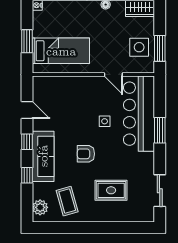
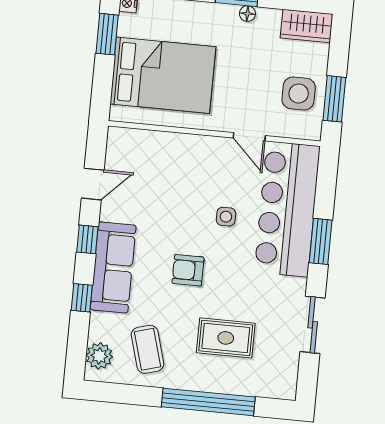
window: (27, 41) -> (107, 34), moved
bed: (61, 51) -> (163, 75), width x1.50
door: (27, 110) -> (93, 184), hinge flipped
sliding door: (160, 191) -> (313, 325), moved
window: (105, 228) -> (208, 402), added

